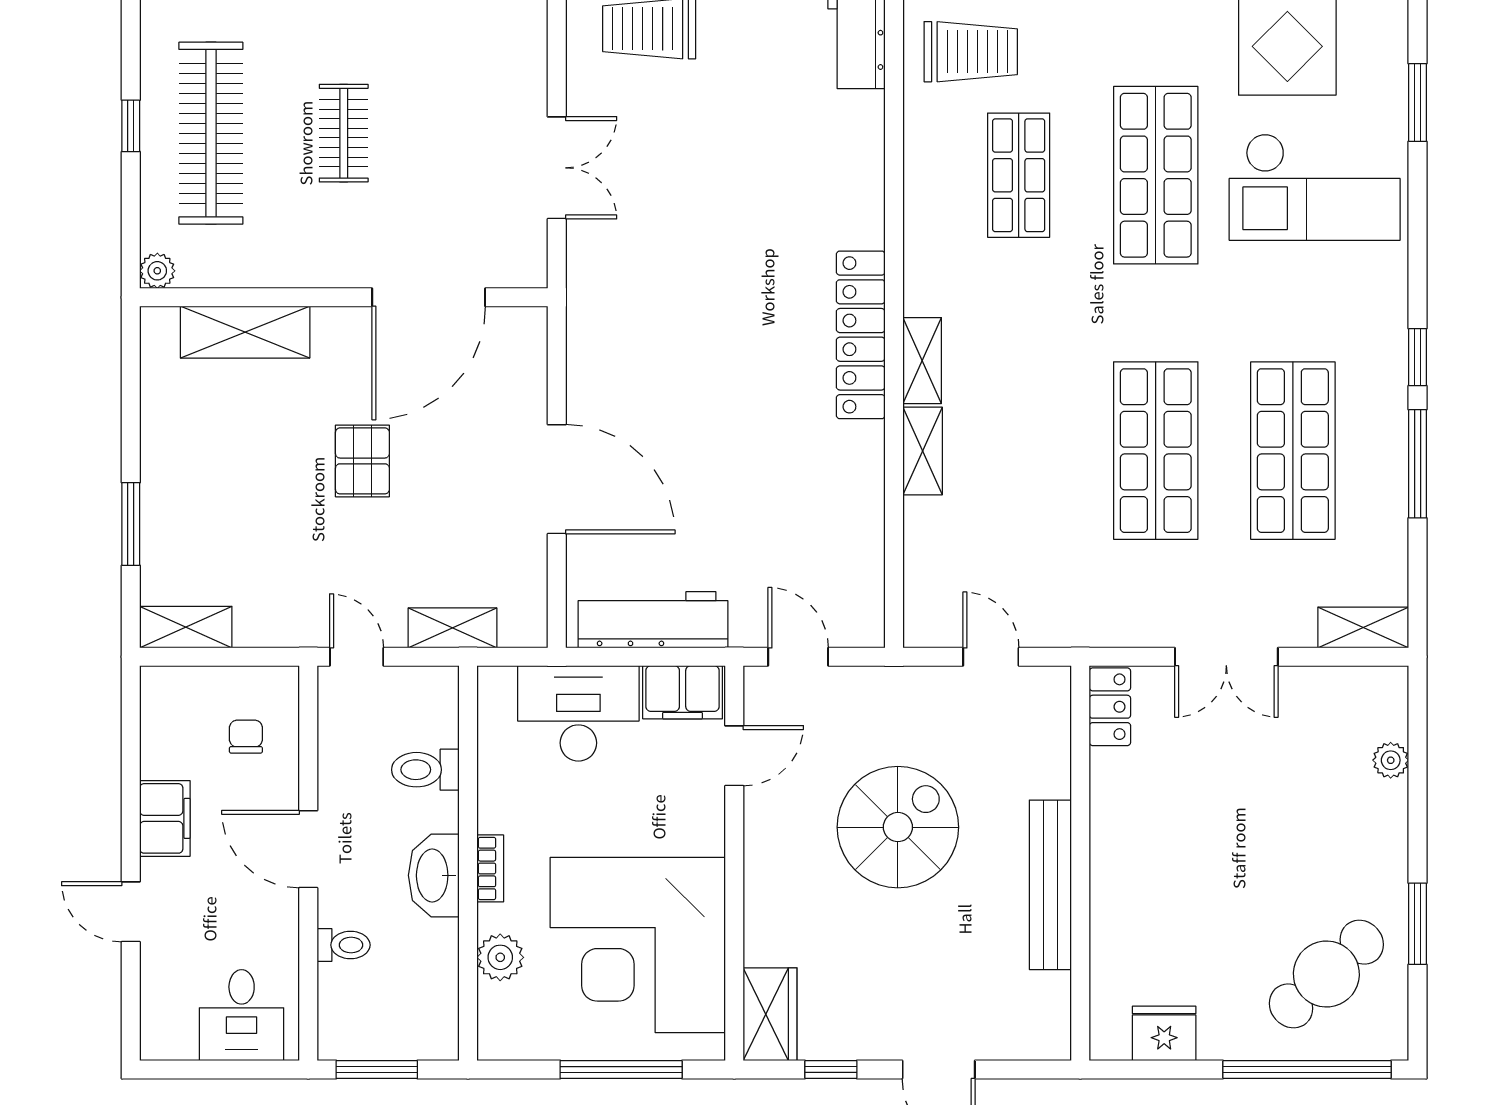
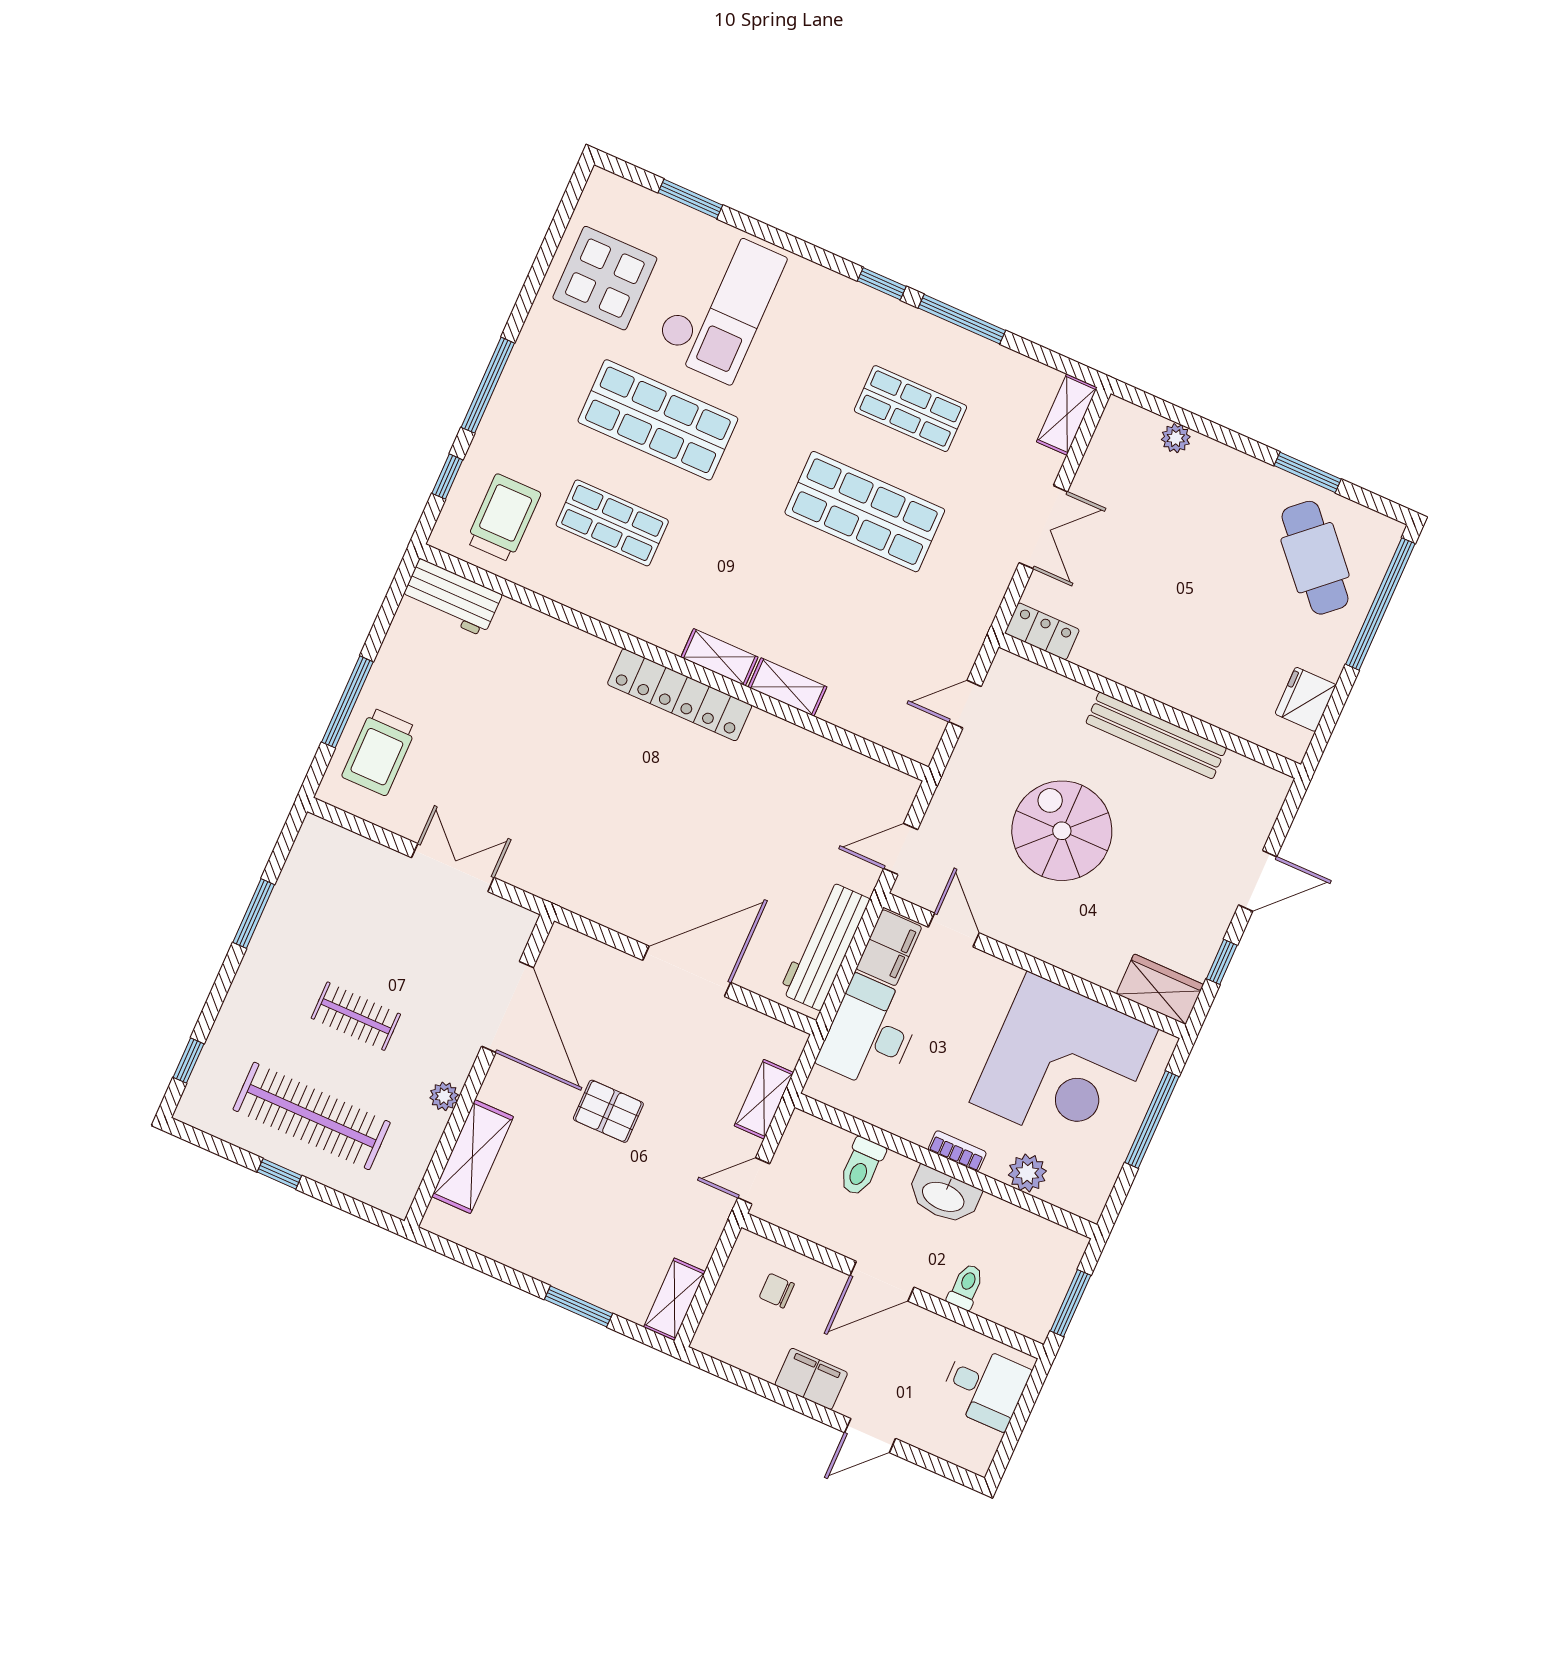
plant: (157, 271) -> (444, 1096), moved
shop shelf: (1293, 451) -> (910, 409), width x0.70, depth x0.74

